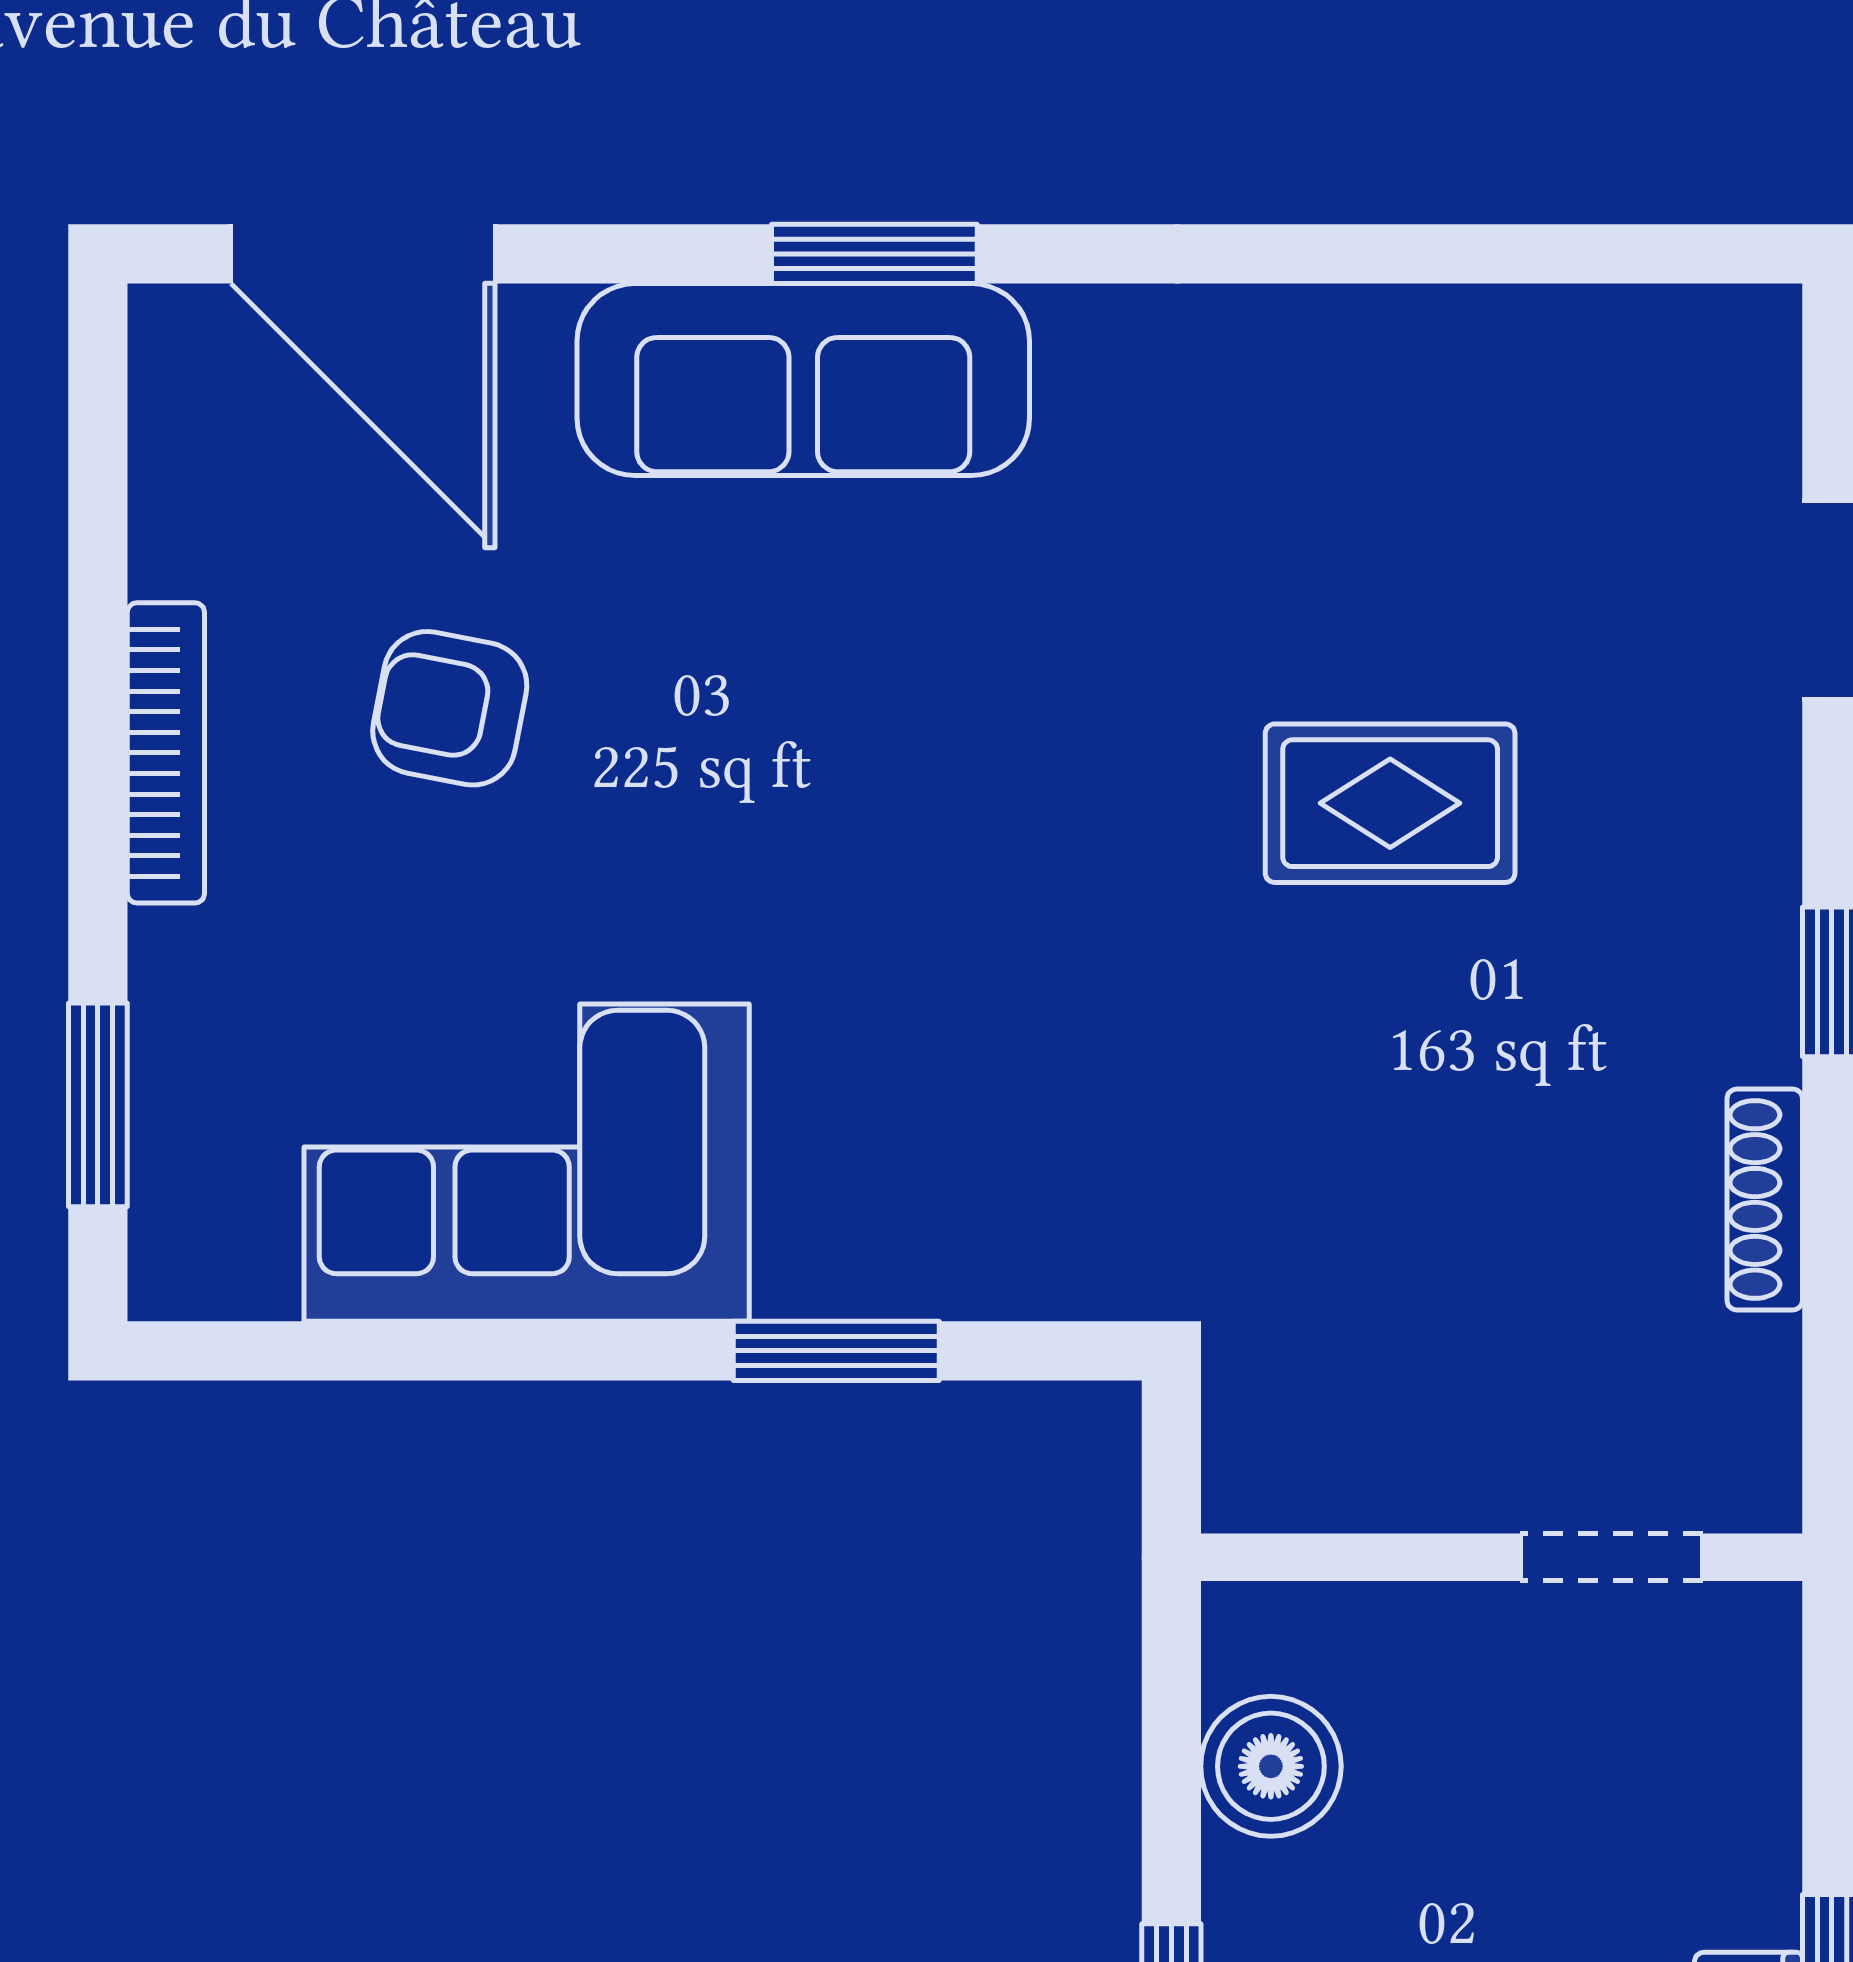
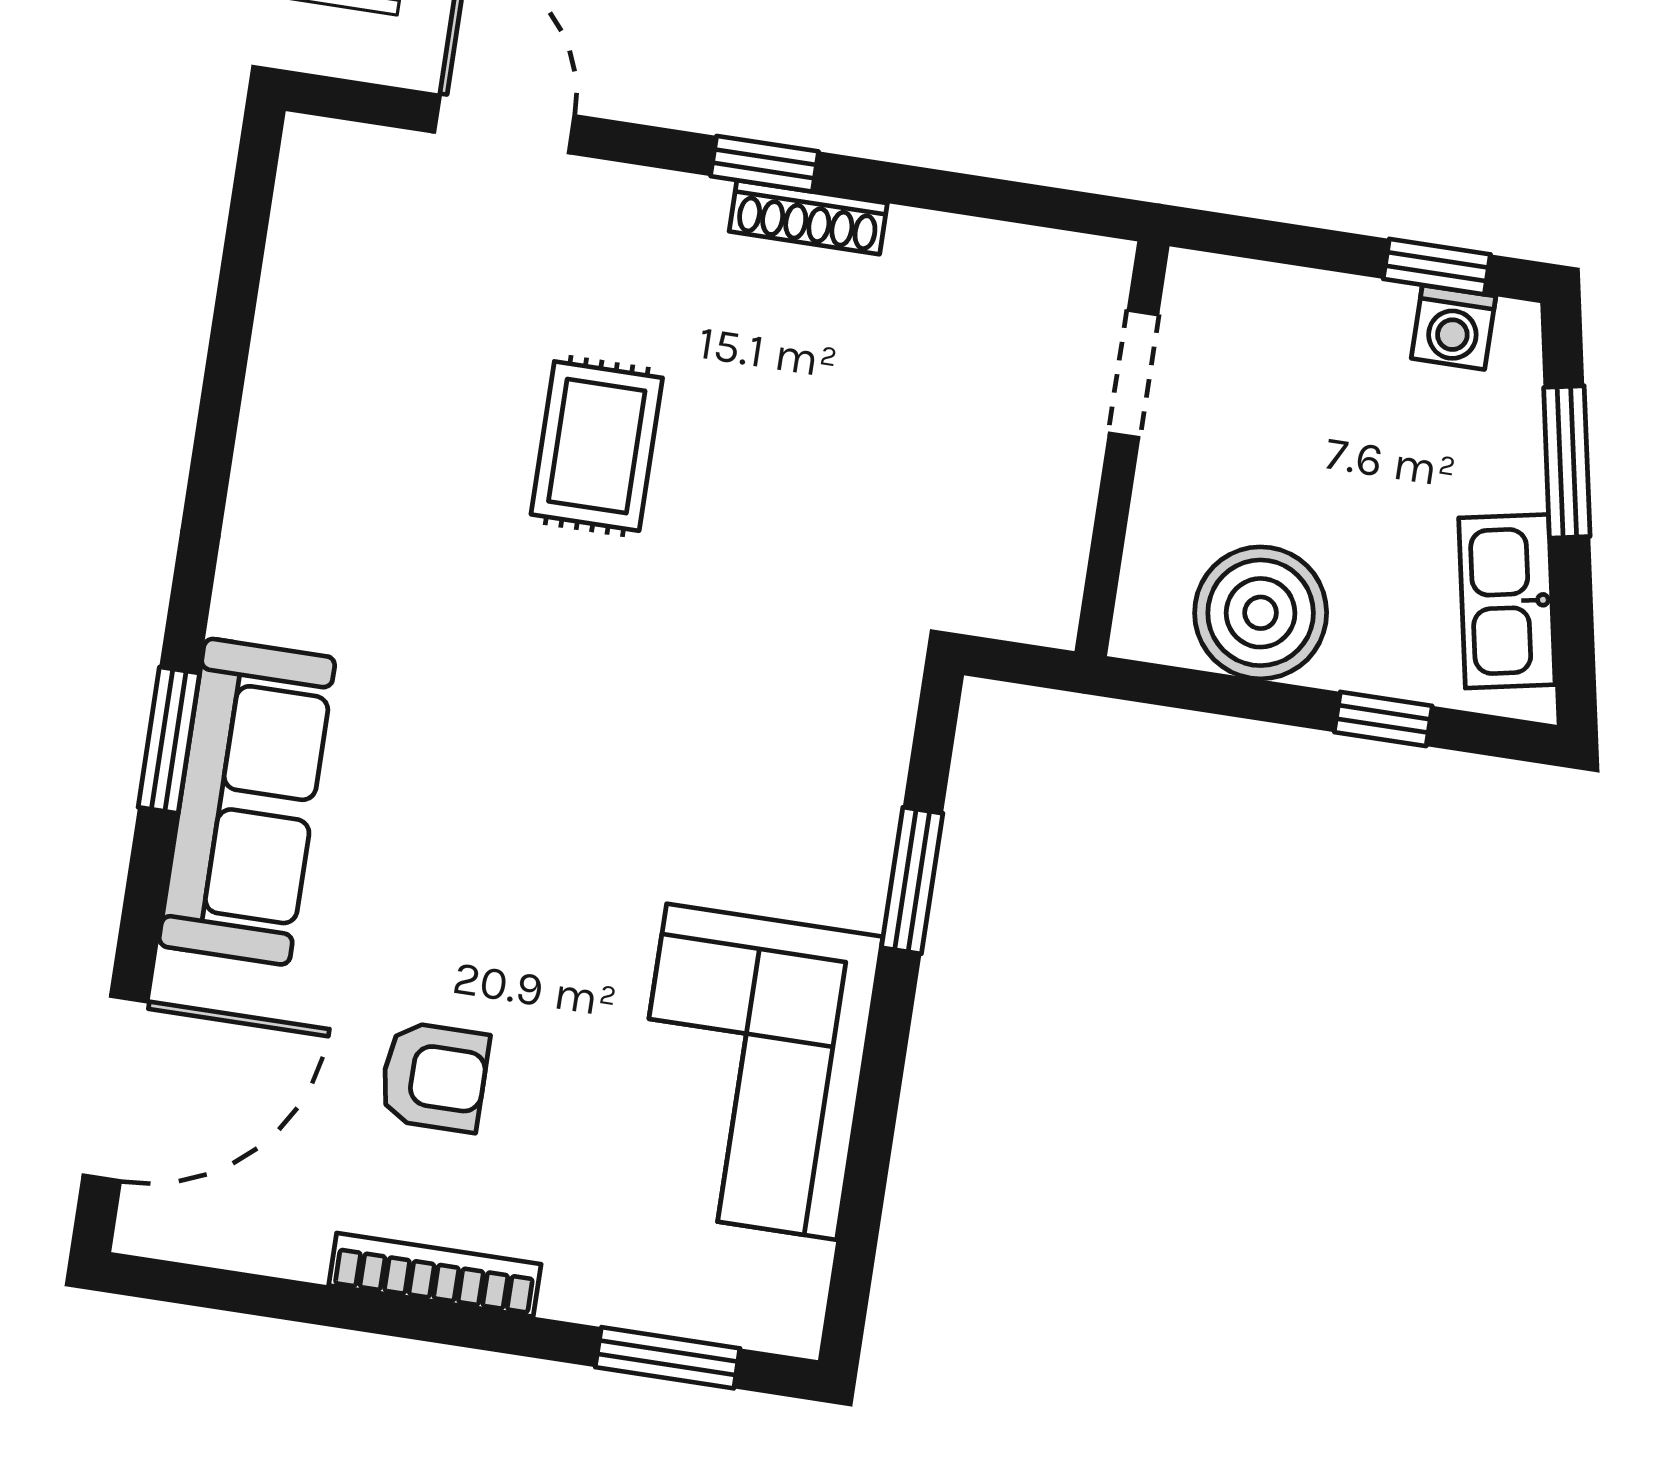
armchair: (450, 708) -> (434, 1077), turned -101
shoe rack: (1765, 1199) -> (808, 217), moved
boiler: (1271, 1766) -> (1261, 613), width x1.37, depth x1.37

